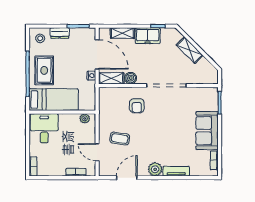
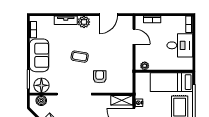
boiler: (131, 78) -> (41, 101), moved
floor lamp: (204, 96) -> (41, 85), added
desk: (44, 128) -> (180, 45), moved, turned -90
coffee table: (120, 139) -> (80, 57), moved

